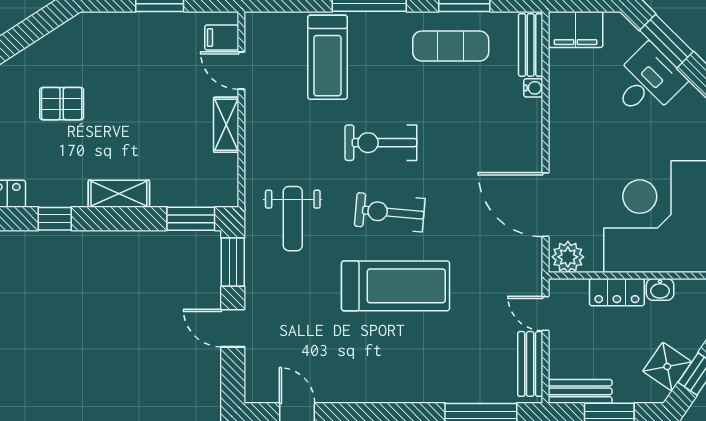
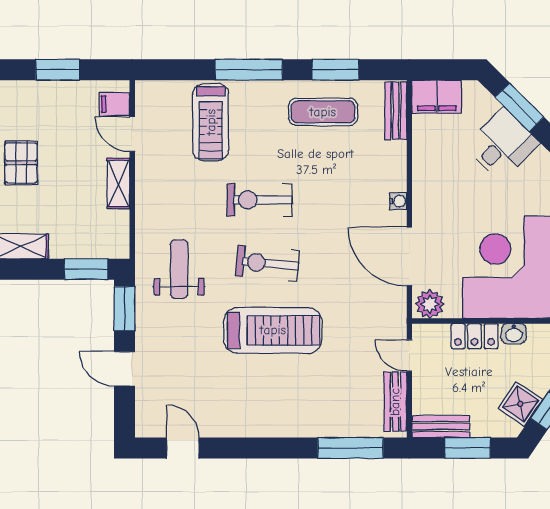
water cooler: (533, 88) -> (398, 201), moved
pallet: (120, 102) -> (21, 163), added
weight bench: (293, 219) -> (179, 269), turned 180

